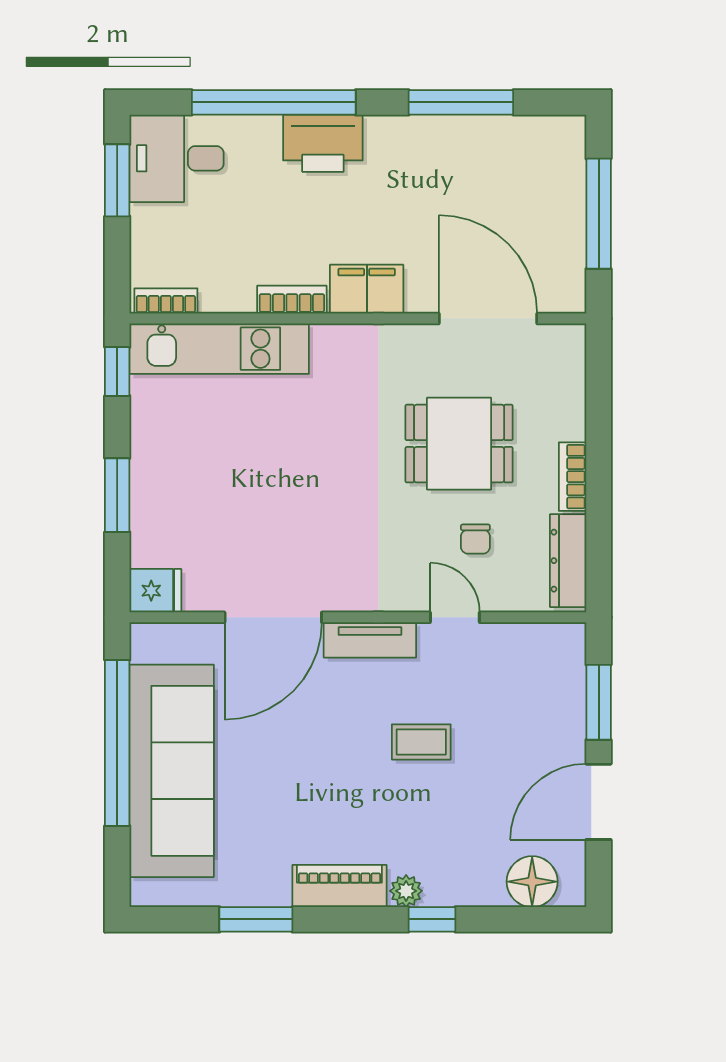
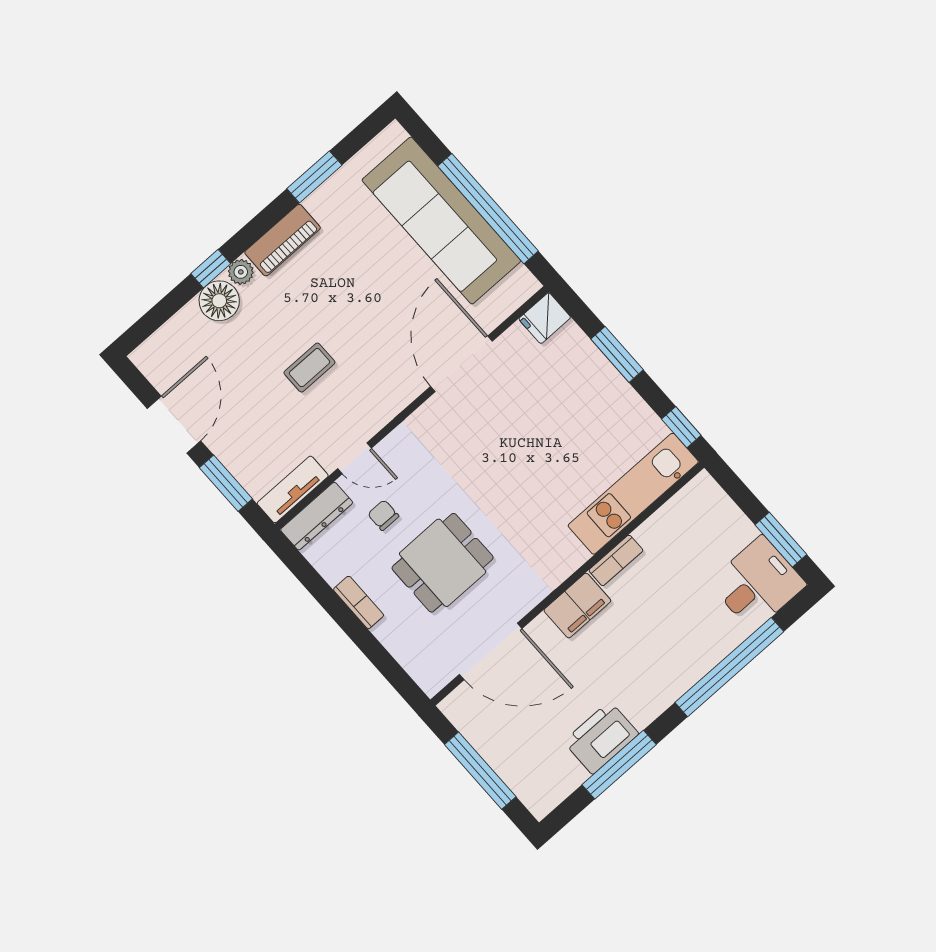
printer: (323, 143) -> (601, 738), moved
bookcase: (166, 301) -> (689, 494), removed
dresser: (568, 561) -> (317, 516), moved, turned 90
tv unit: (370, 640) -> (293, 489), moved
floor lamp: (532, 882) -> (219, 301), moved

